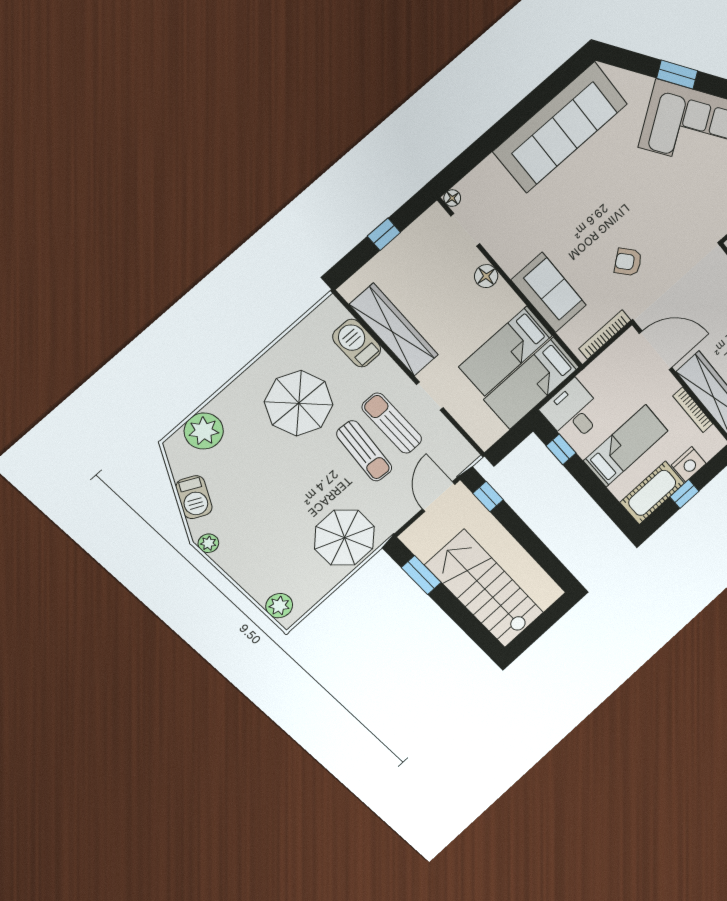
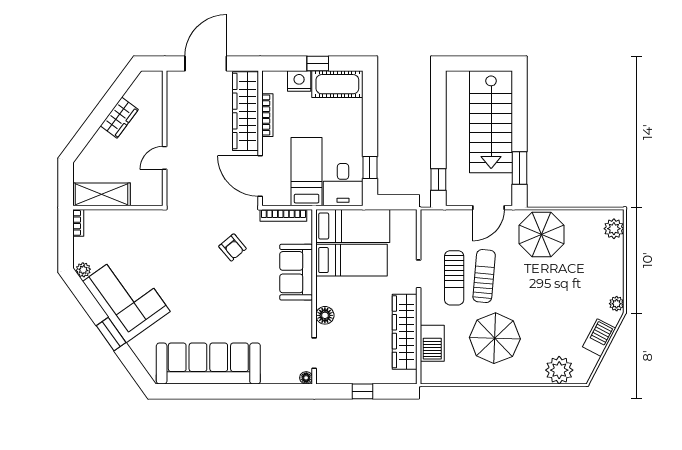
bed: (626, 446) -> (307, 172), moved, turned 90
door: (439, 497) -> (489, 208), moved

